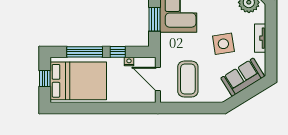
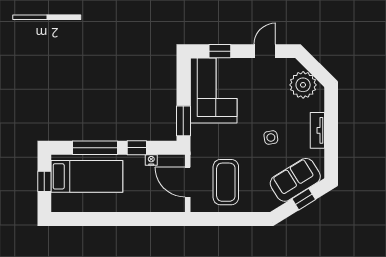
window: (154, 19) -> (183, 121), moved
side table: (223, 44) -> (271, 137), width x0.54, depth x0.54
bed: (78, 81) -> (87, 176), width x0.67
window: (249, 92) -> (304, 199), added

